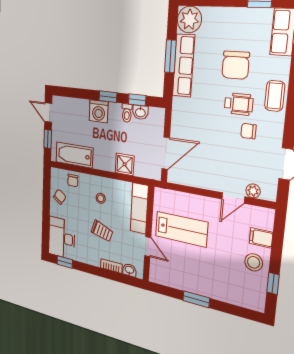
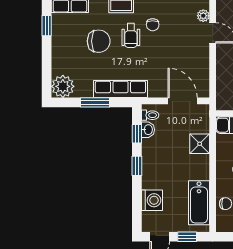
row of seats: (184, 66) -> (120, 89), moved
wheelchair: (239, 104) -> (131, 35), turned 180
washing machine: (99, 111) -> (152, 200), moved
toilet: (127, 113) -> (150, 115), moved

